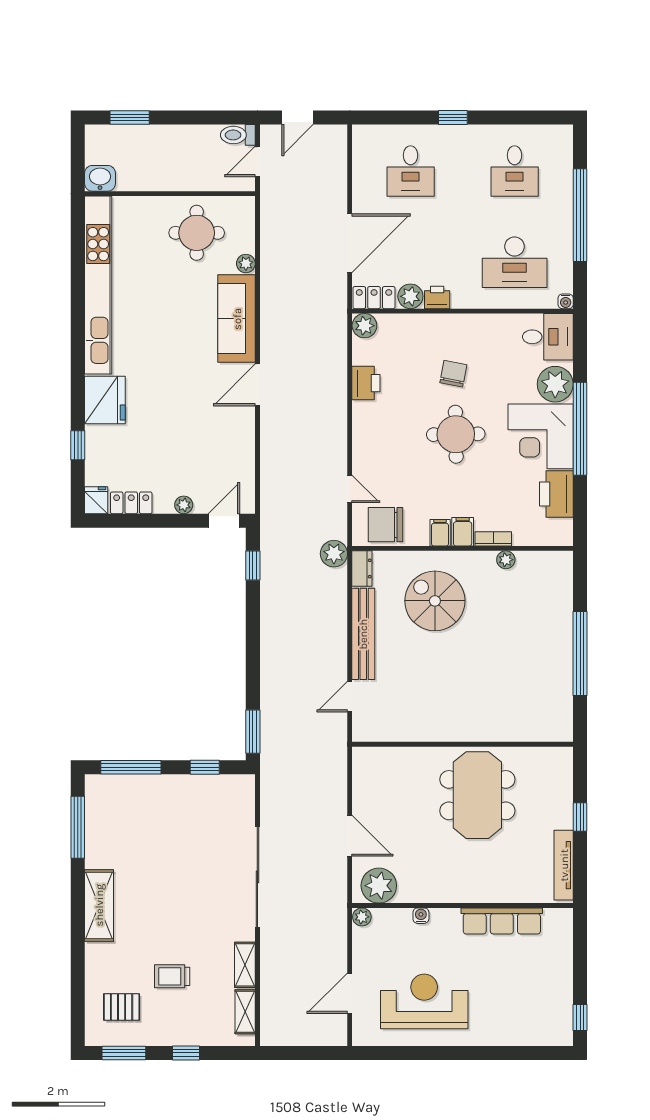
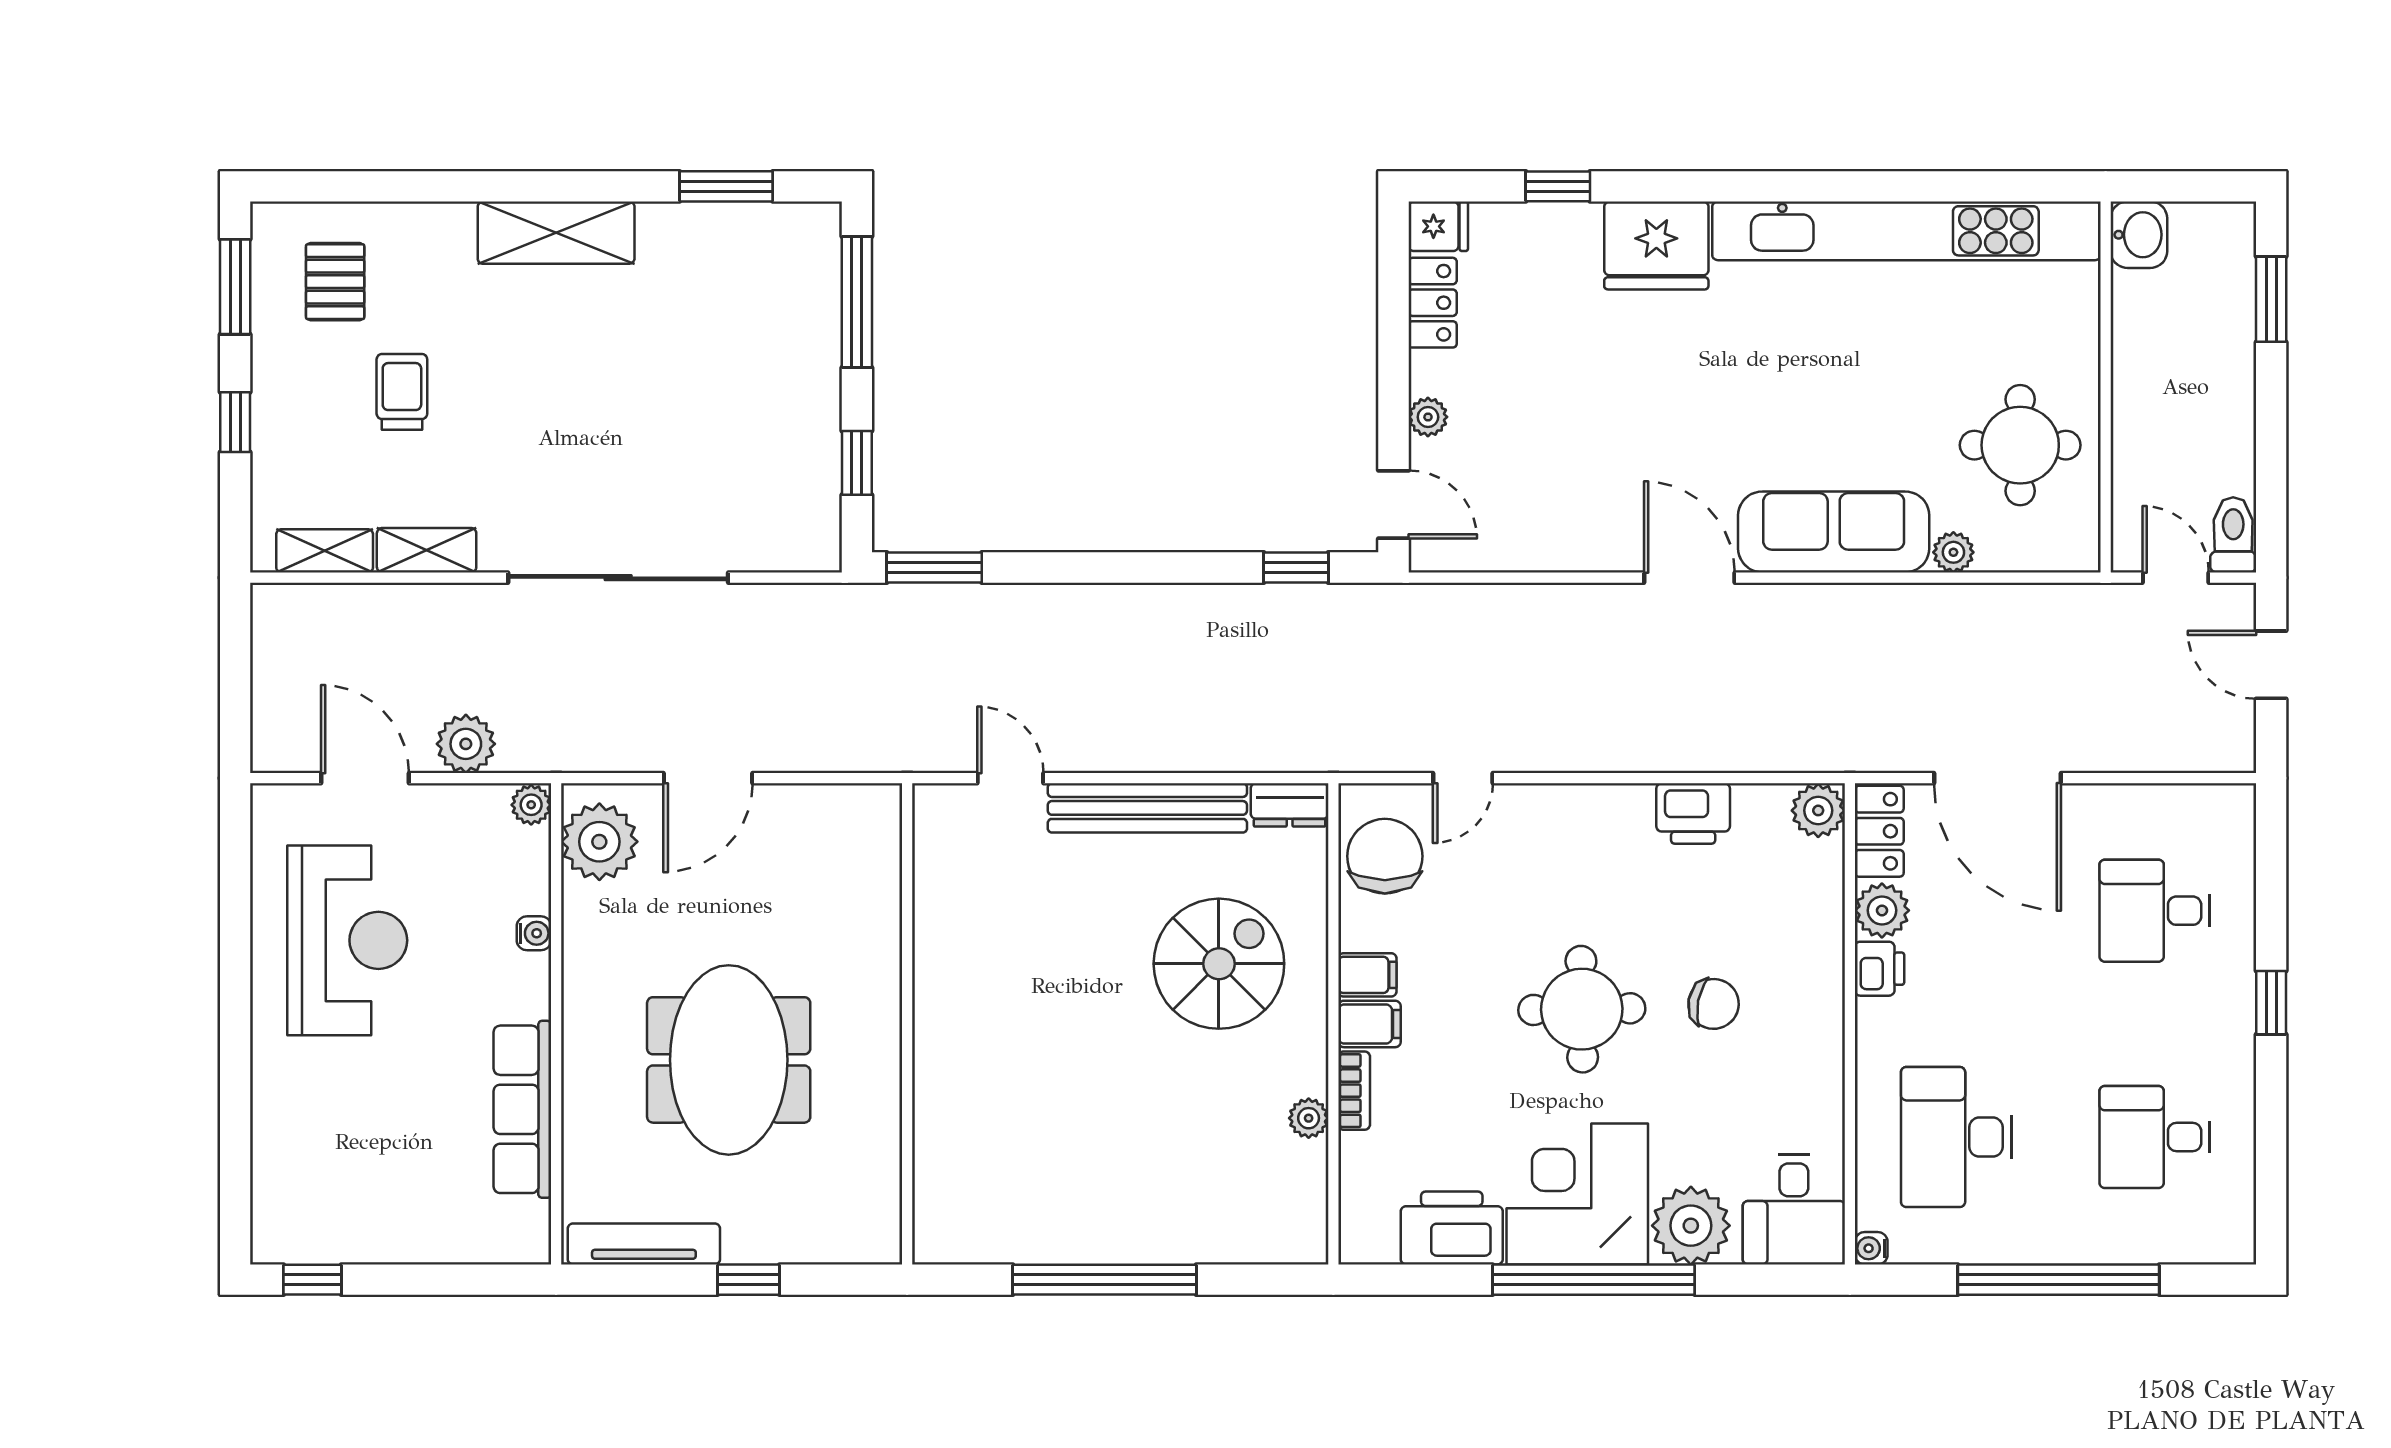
plant: (334, 554) -> (466, 744), moved
meeting table: (477, 795) -> (729, 1060), moved, turned 90
window: (78, 827) -> (726, 186), width x0.69

